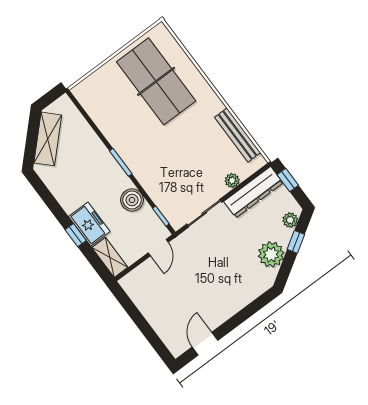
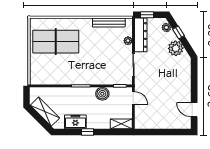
freezer: (89, 224) -> (75, 122), moved
window: (76, 235) -> (88, 132), moved

